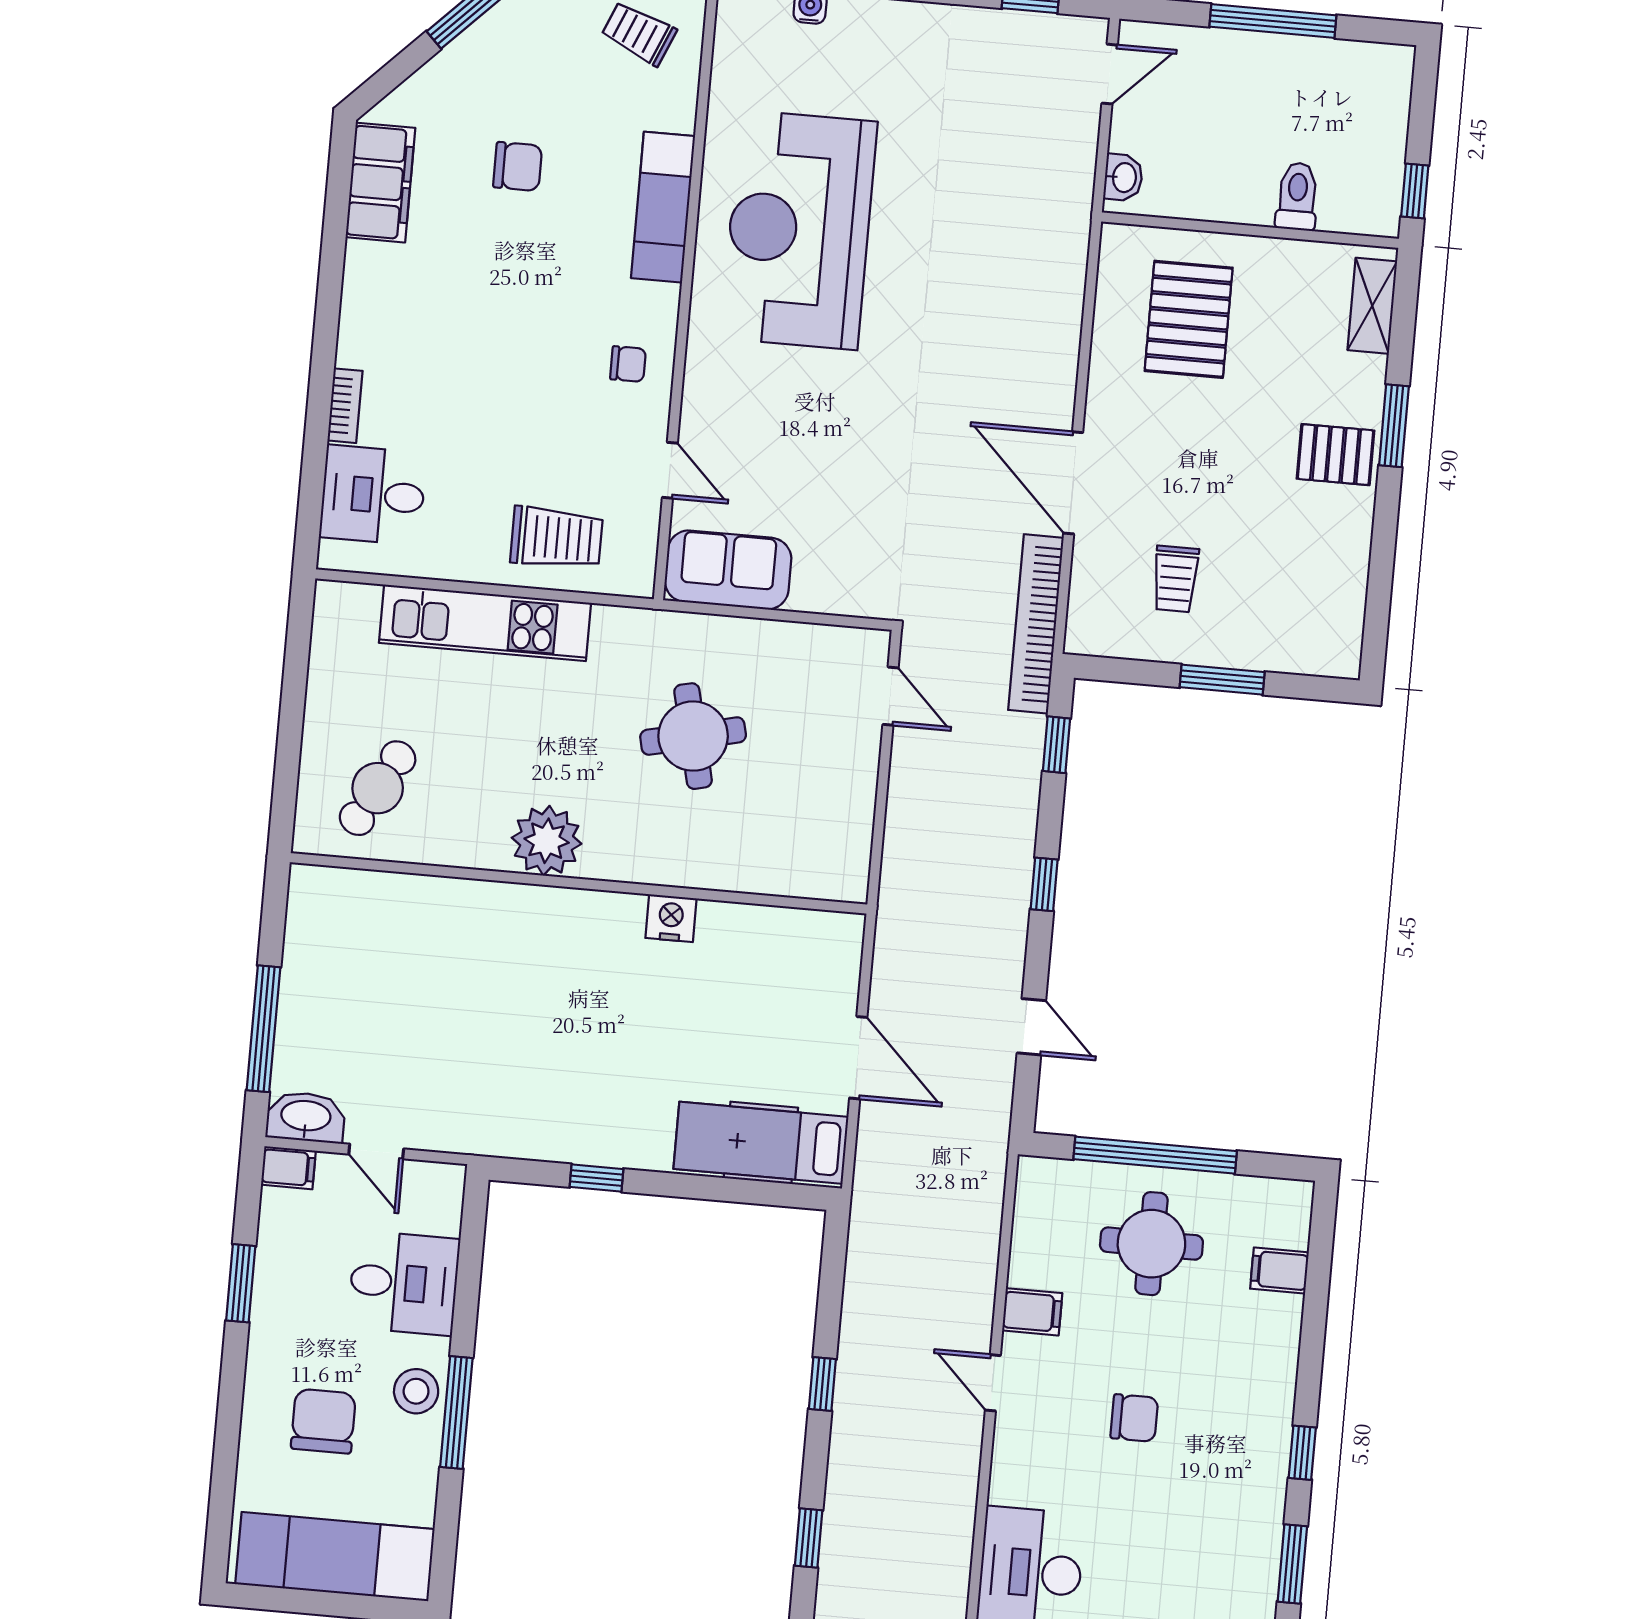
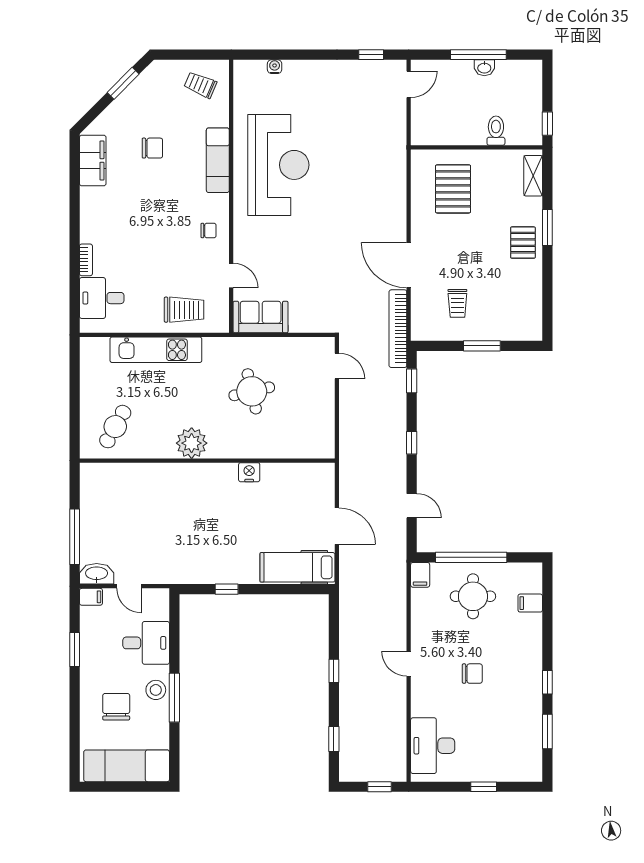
washbasin: (1123, 177) -> (484, 68), moved, turned 90
reception desk: (799, 230) -> (278, 165), turned 180
pallet: (1336, 455) -> (523, 243), turned 90
filing cabinet: (1032, 1312) -> (420, 575), moved, turned 90

